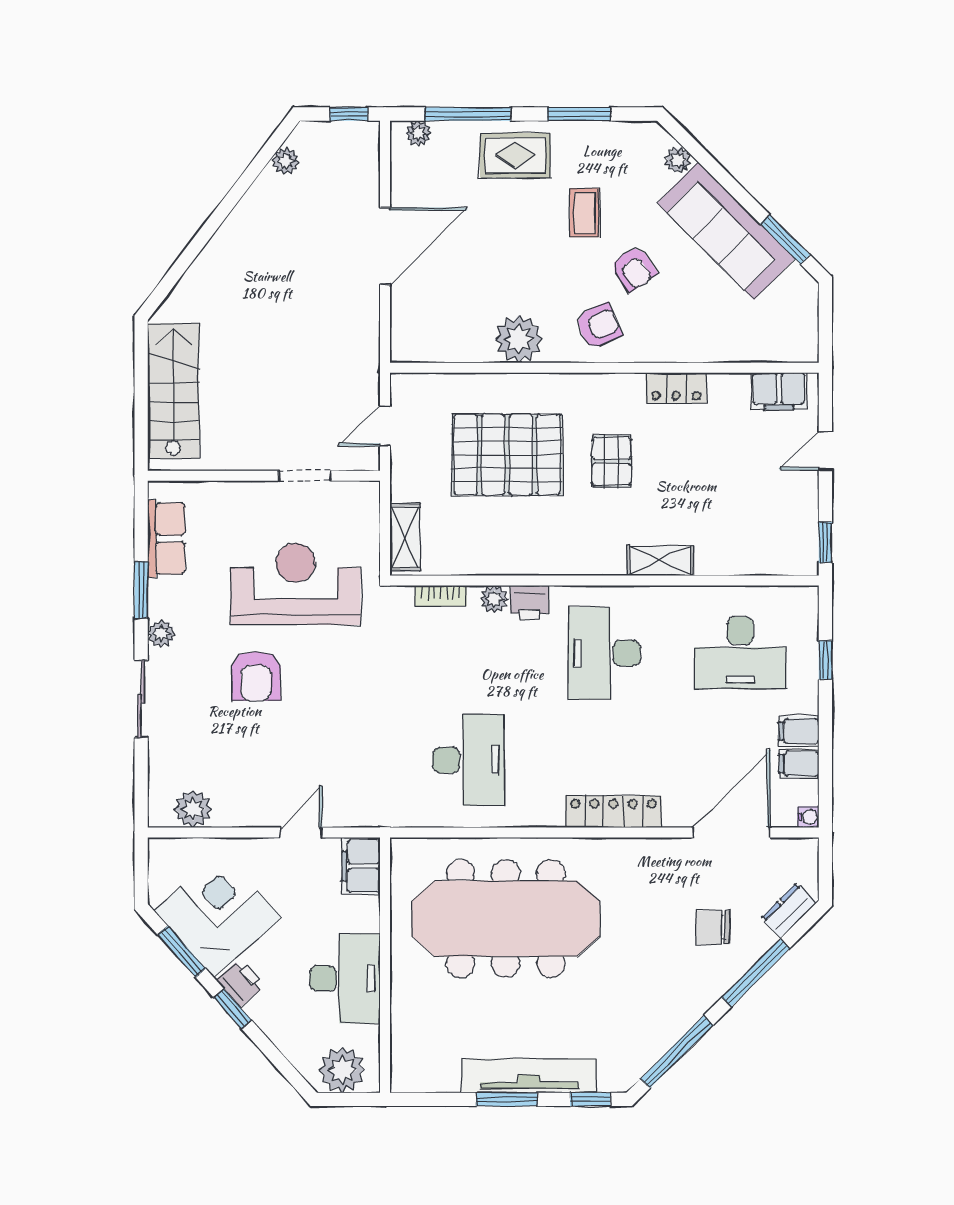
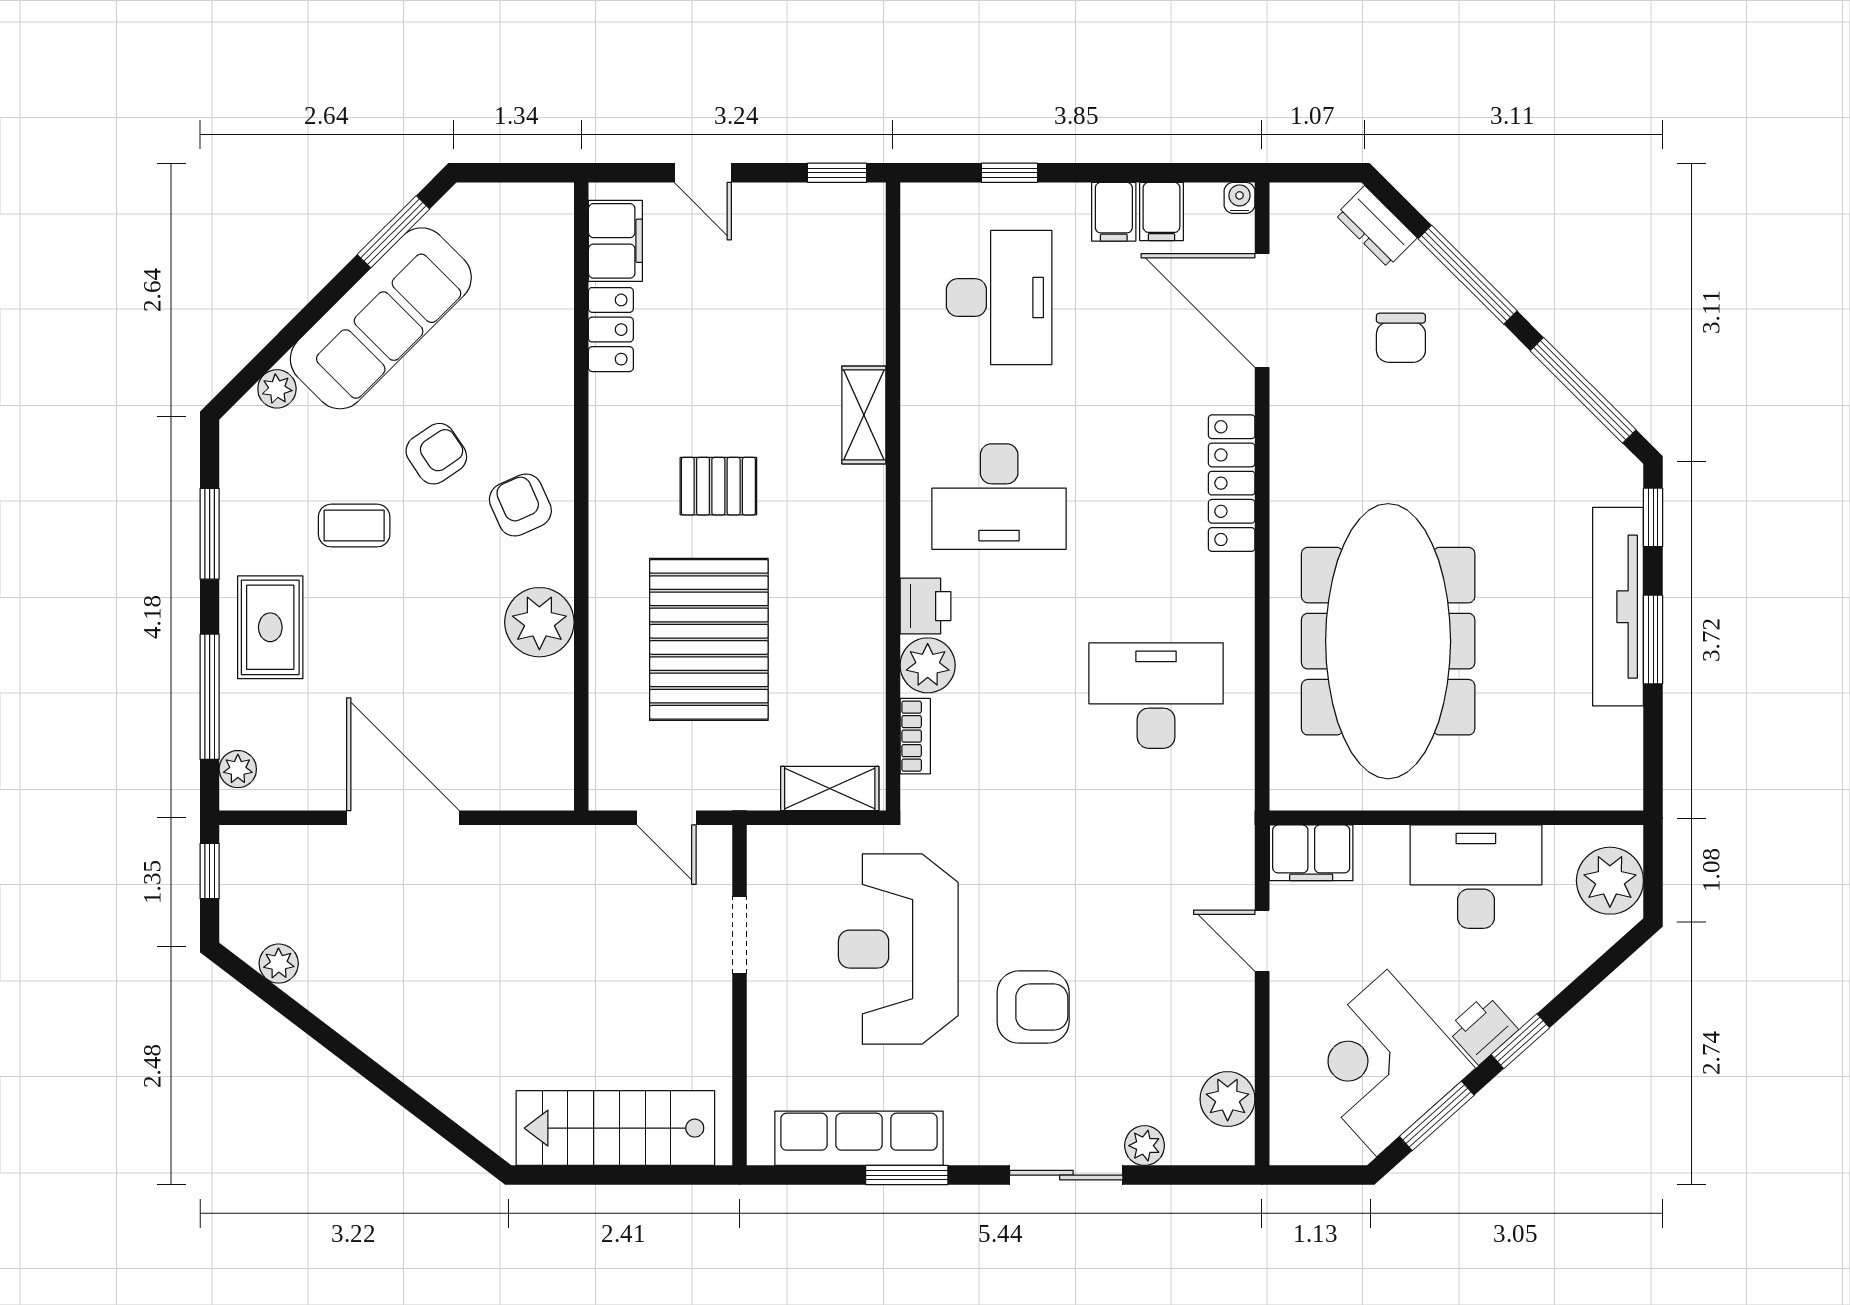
locker: (676, 388) -> (611, 330), moved
row of seats: (166, 539) -> (859, 1138), width x1.48
plant: (494, 599) -> (928, 665), width x1.38, depth x1.38
plant: (161, 634) -> (1145, 1146), moved

